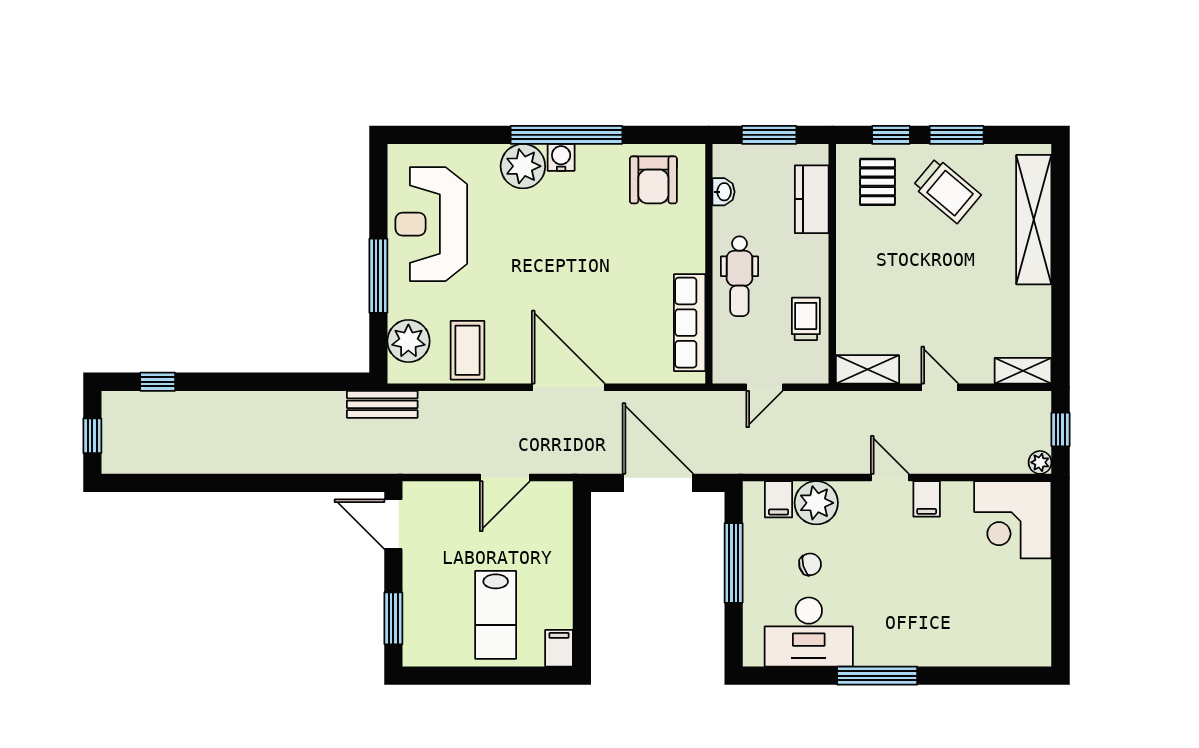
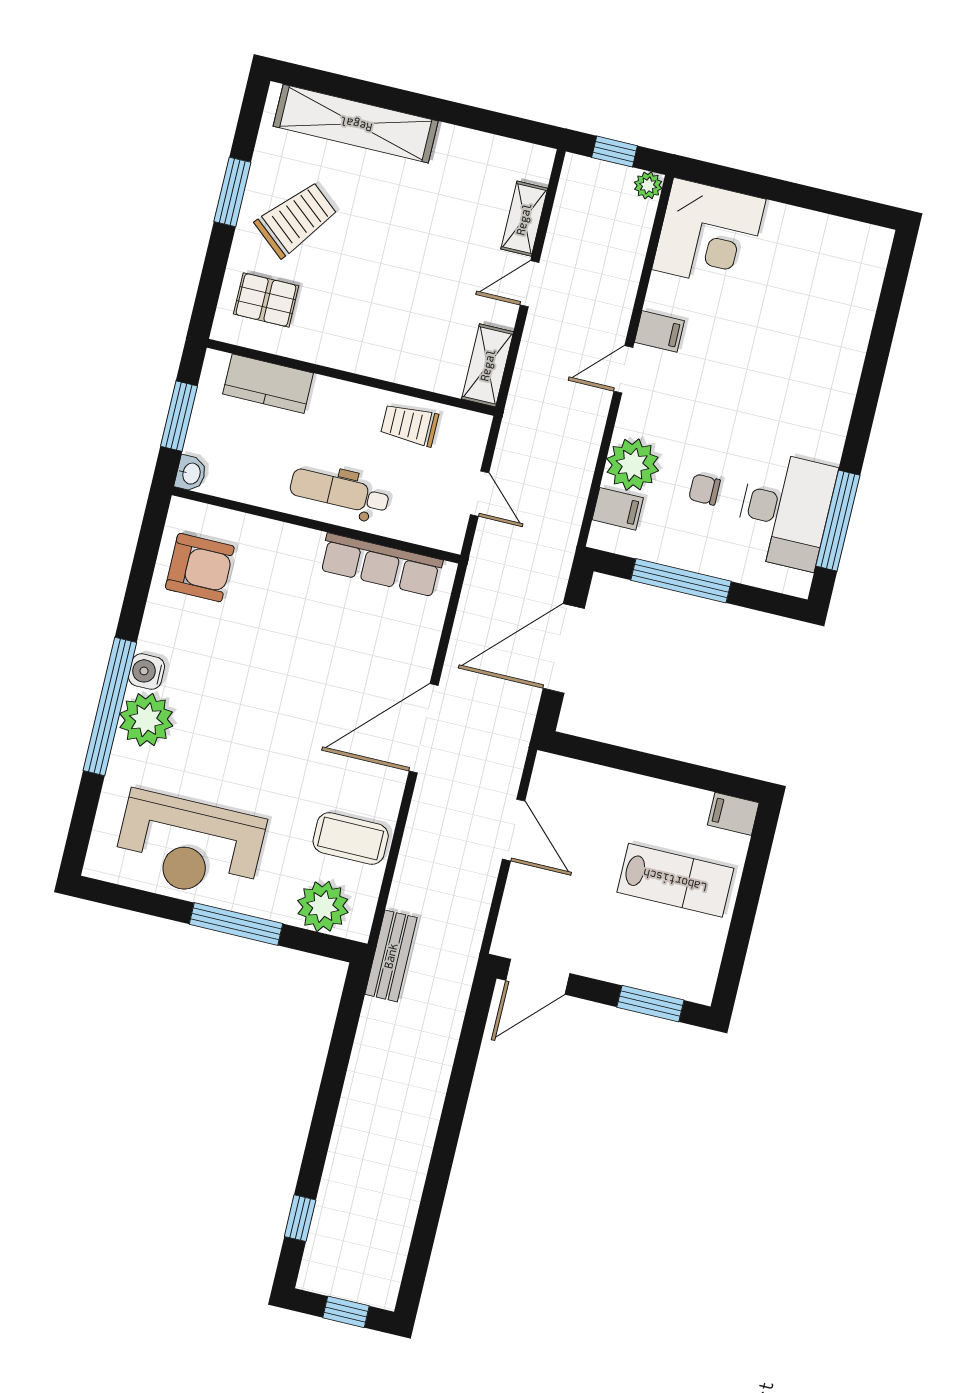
window: (566, 135) -> (110, 706), moved
window: (891, 135) -> (214, 270), removed
washbasin: (723, 192) -> (191, 473), moved, turned 90
dental chair: (739, 276) -> (340, 492), turned 180
shelving: (1023, 371) -> (524, 219), moved
chair: (810, 564) -> (704, 490), turned -73
window: (877, 676) -> (838, 521), moved

